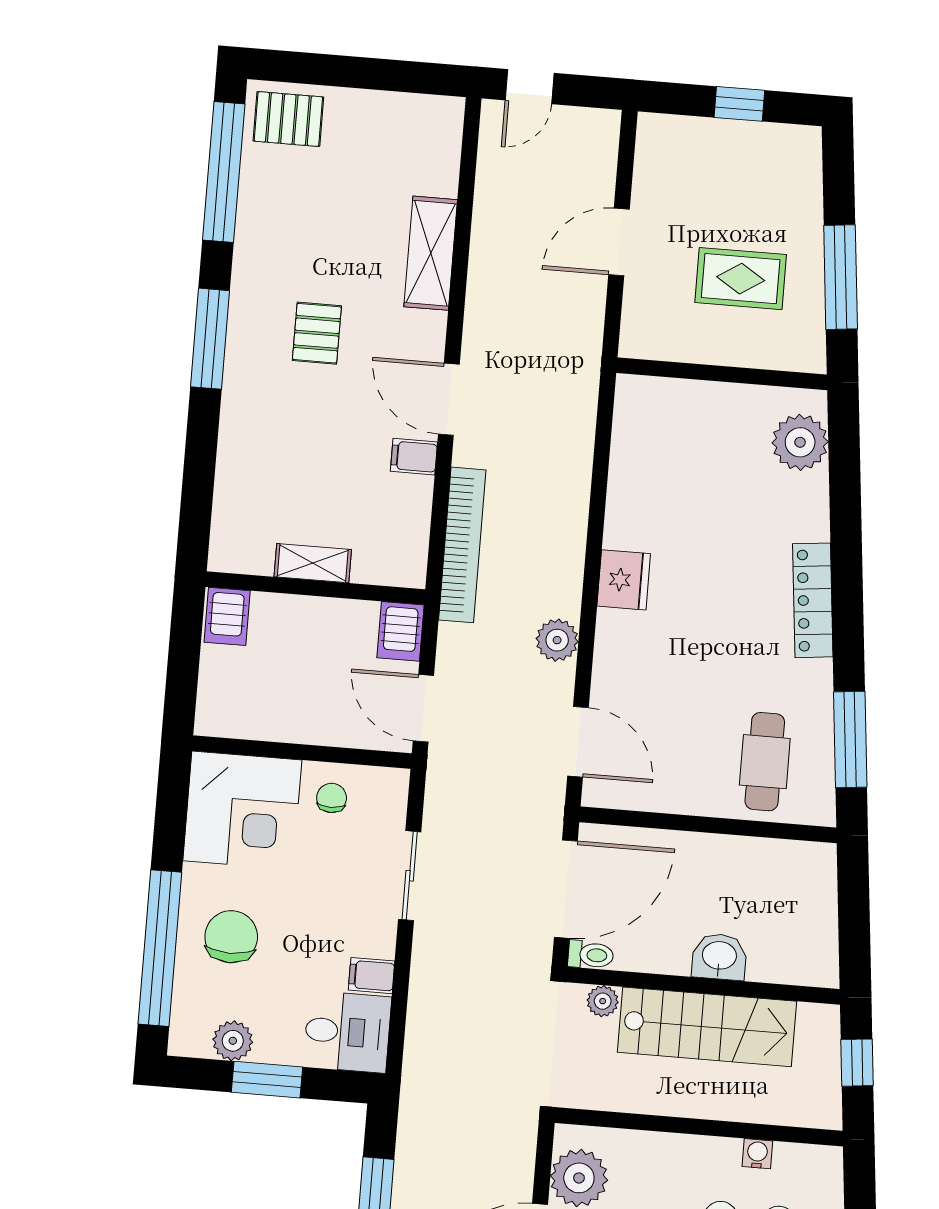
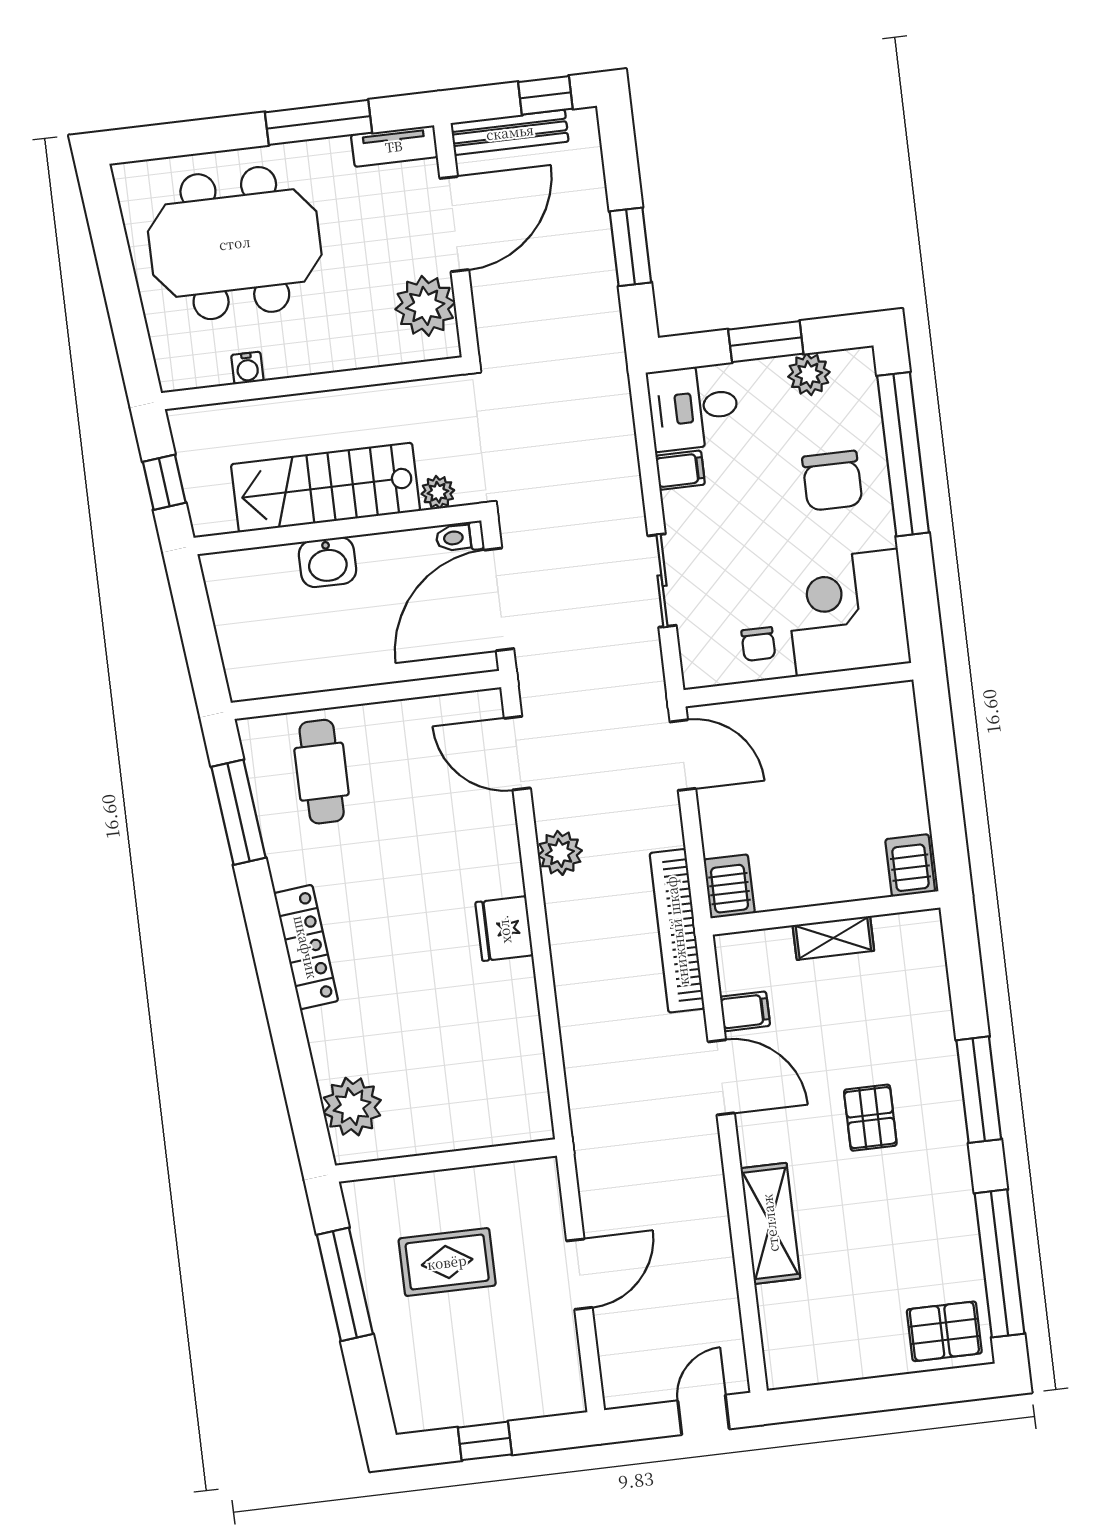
shelving: (313, 563) -> (833, 938), moved
wall: (315, 588) -> (826, 913), moved
server rack: (227, 616) -> (910, 865), moved
server rack: (400, 631) -> (729, 886), moved

